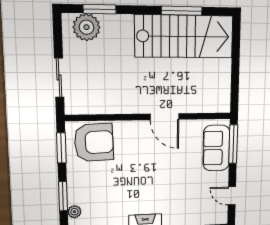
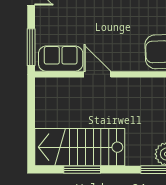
sofa: (216, 148) -> (61, 59), moved, turned -90

